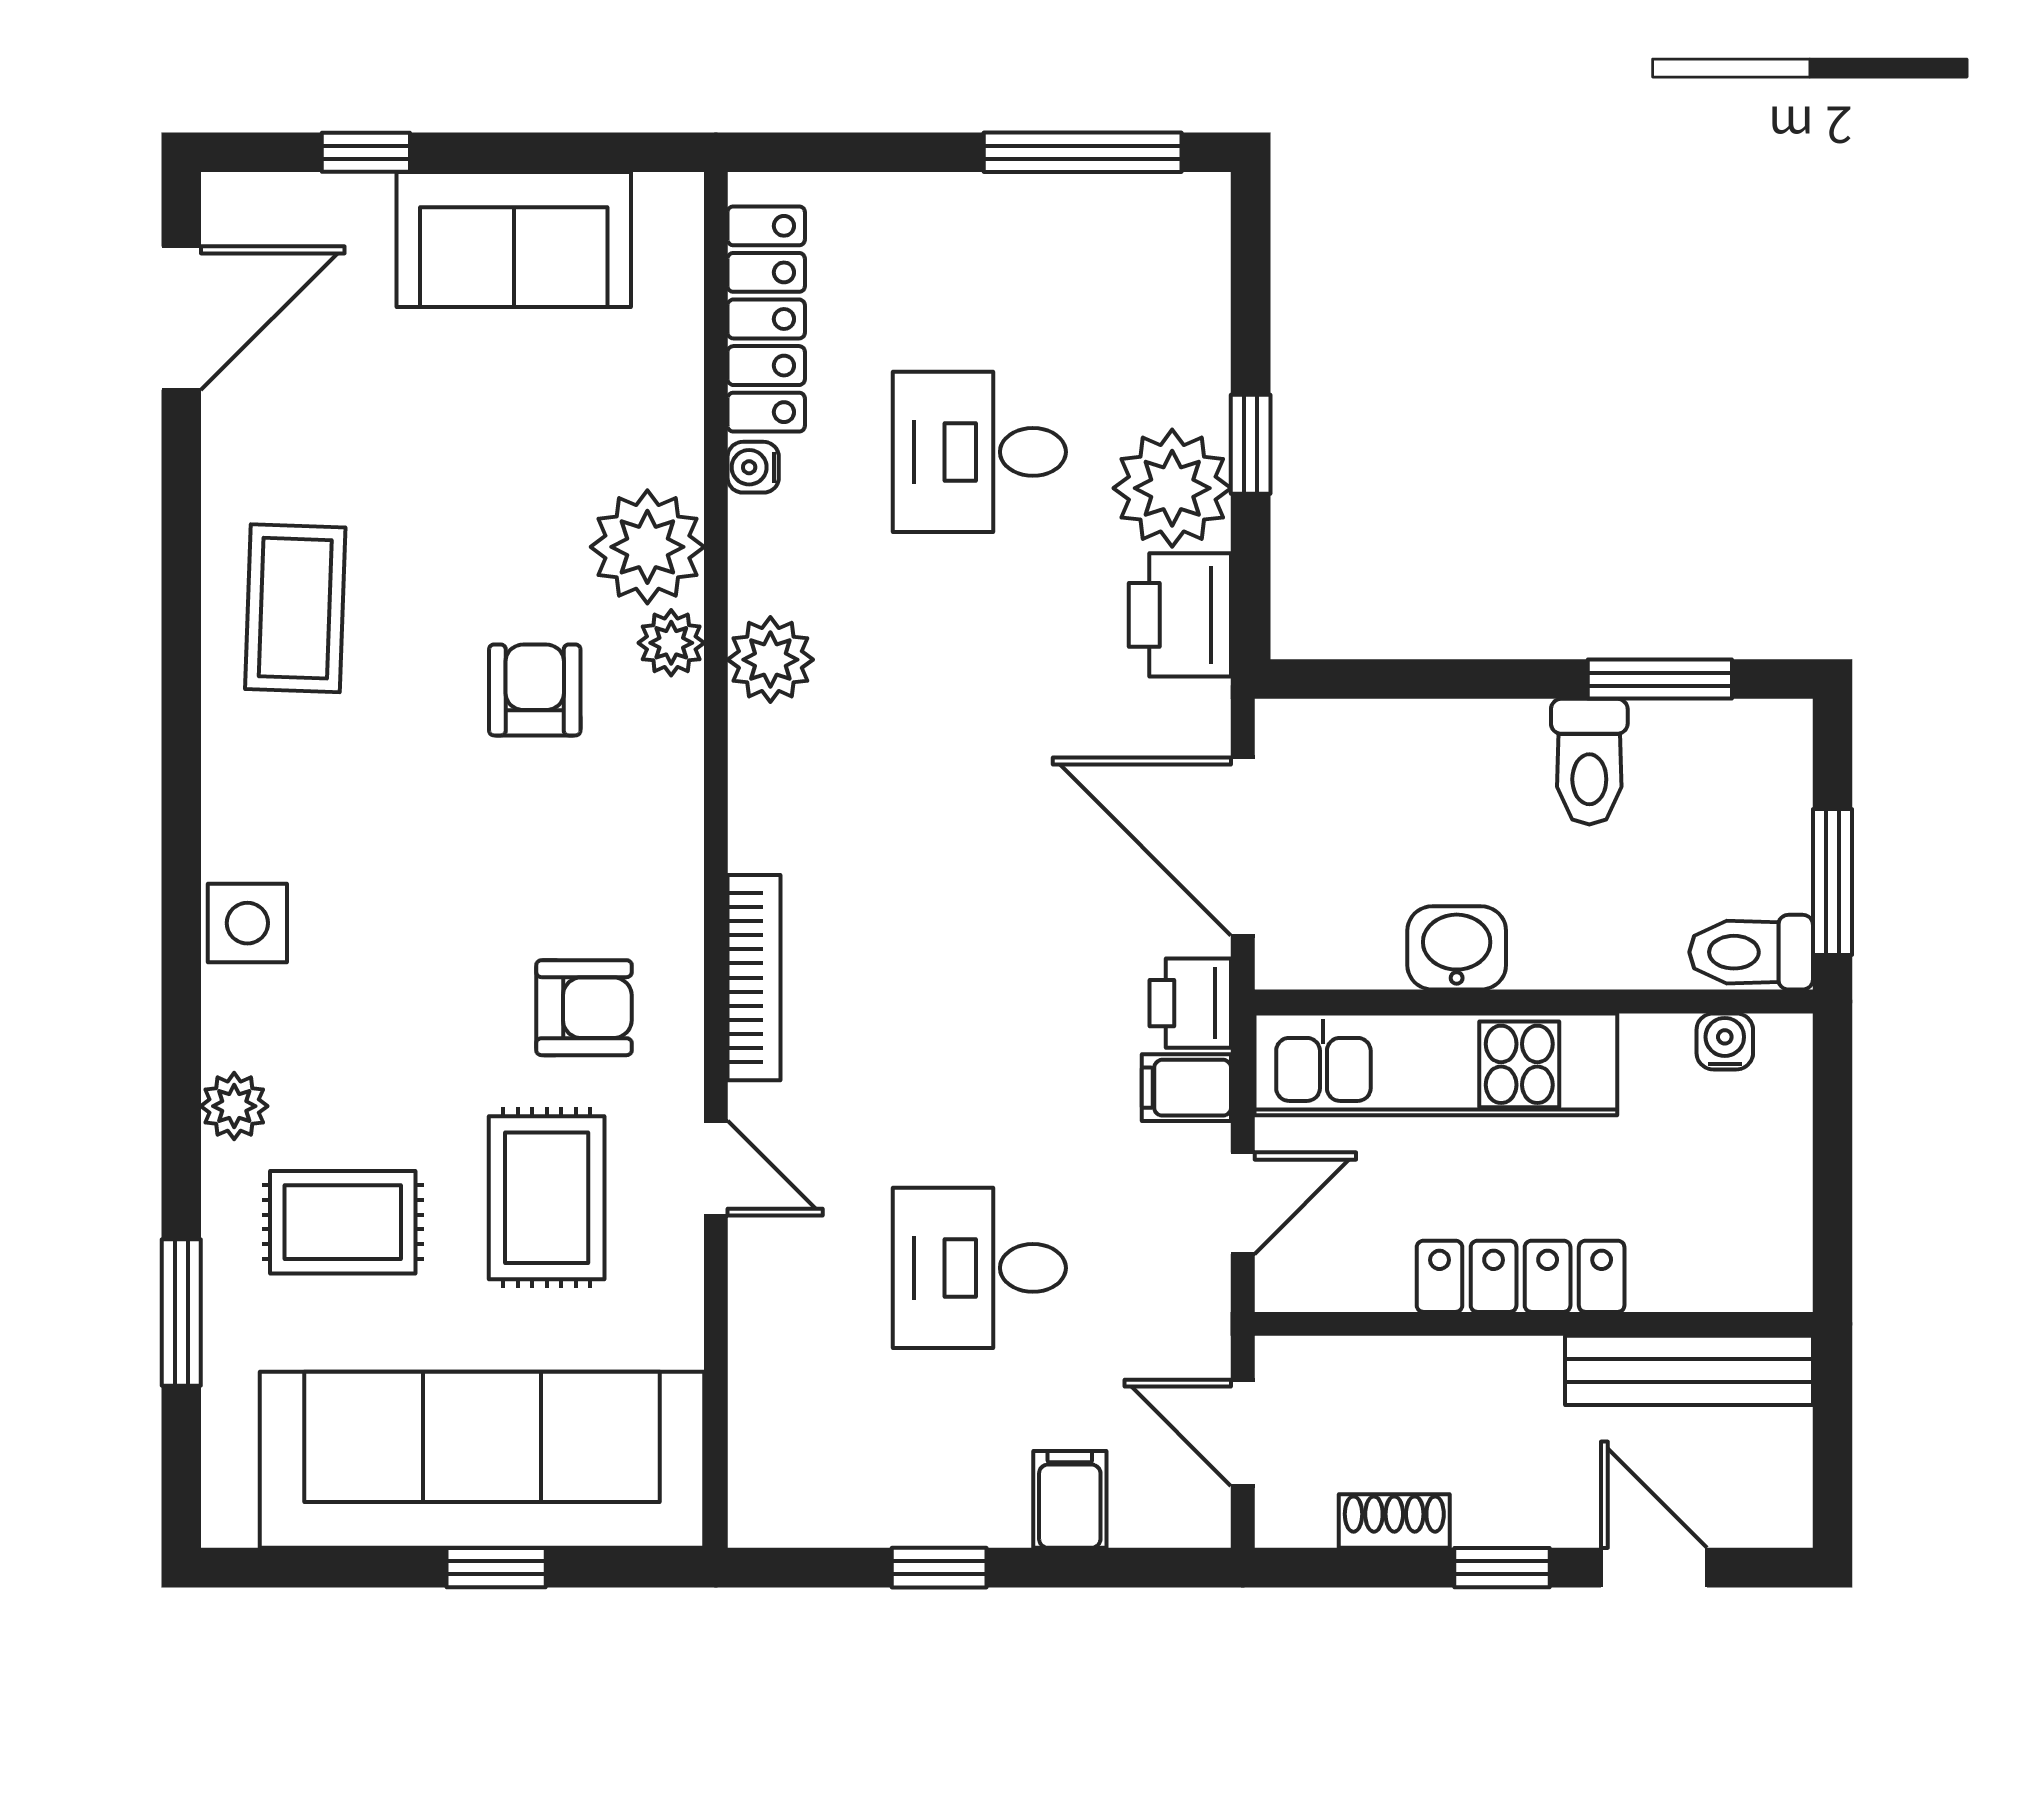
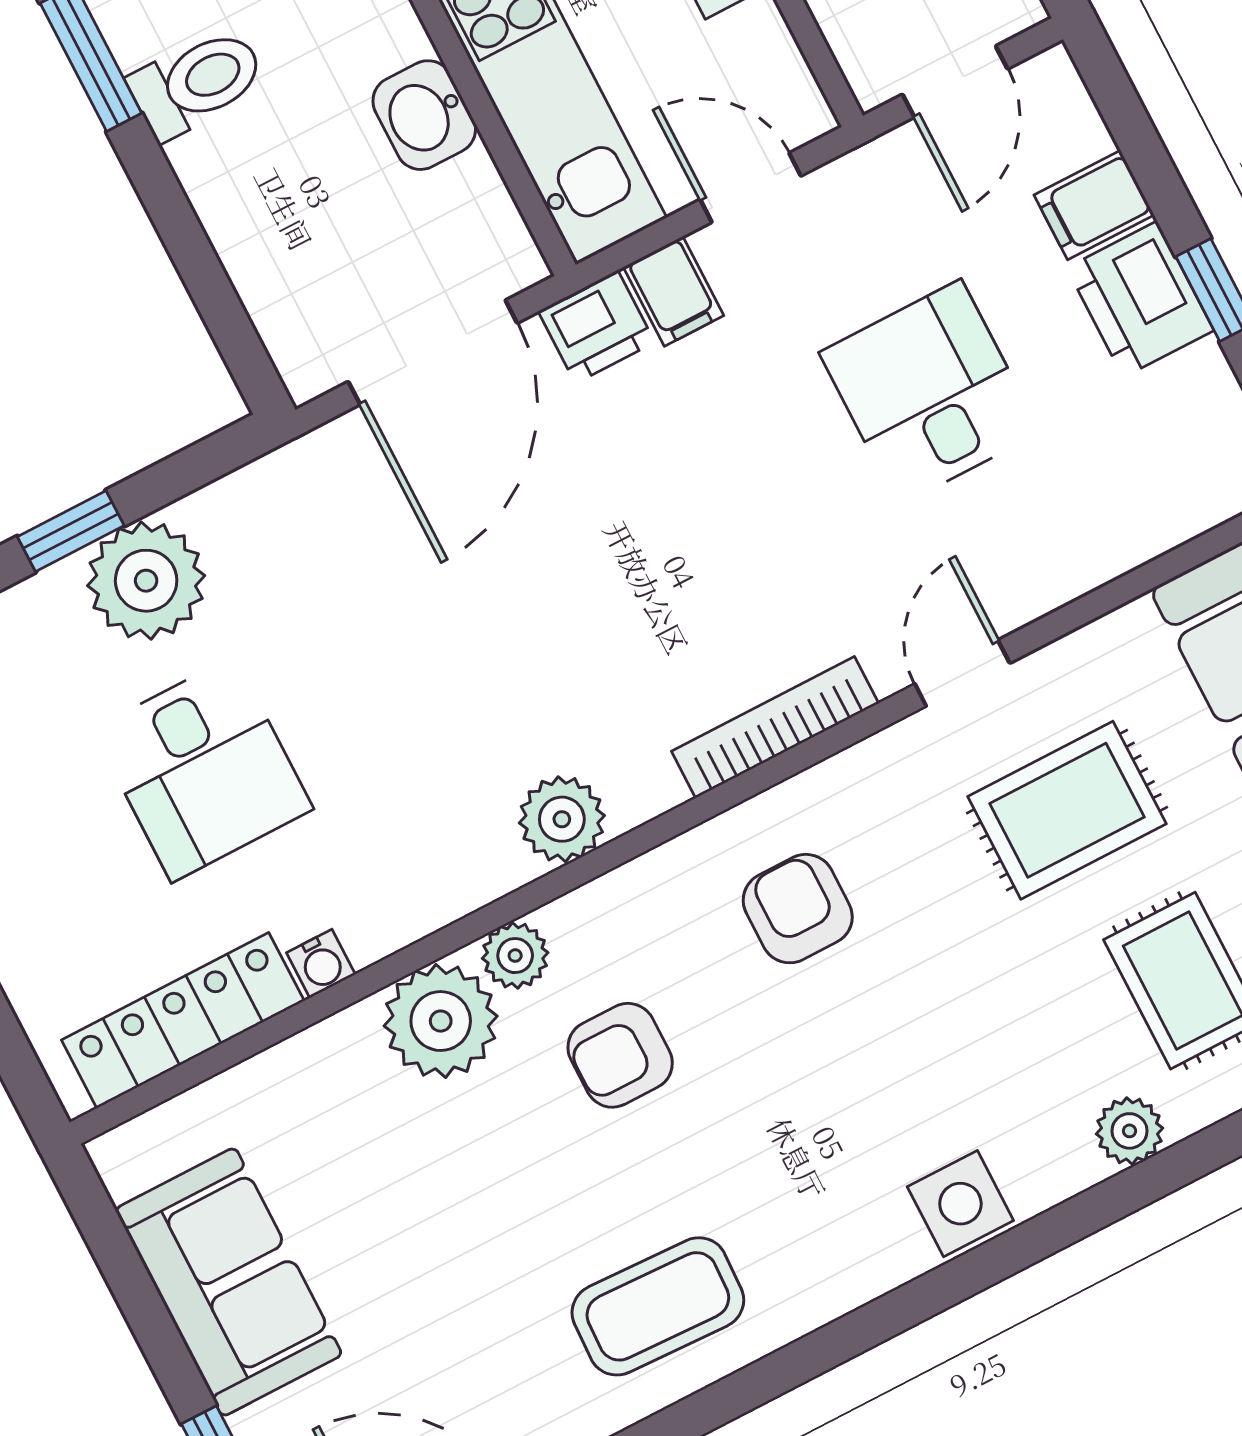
printer: (1180, 615) -> (1140, 299), moved, turned 90
plant: (770, 660) -> (562, 819), moved
armchair: (584, 1008) -> (798, 909), moved
desk: (979, 1268) -> (930, 392), turned 180

